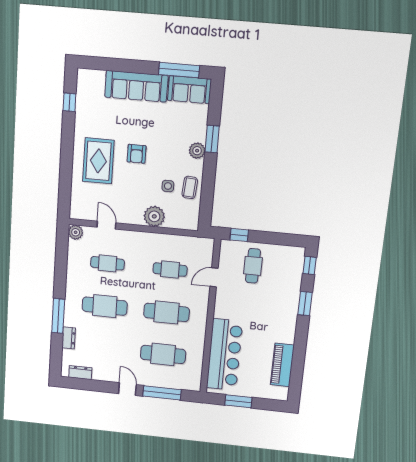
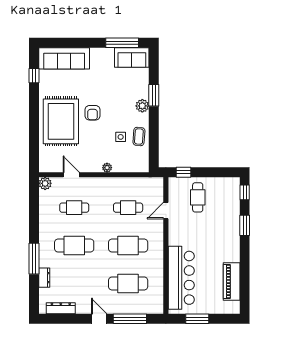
sofa: (136, 86) -> (64, 58), moved
rug: (98, 161) -> (61, 121), width x1.37, depth x1.44
plant: (154, 216) -> (107, 168), width x0.53, depth x0.53
dresser: (80, 373) -> (61, 308), width x1.44

